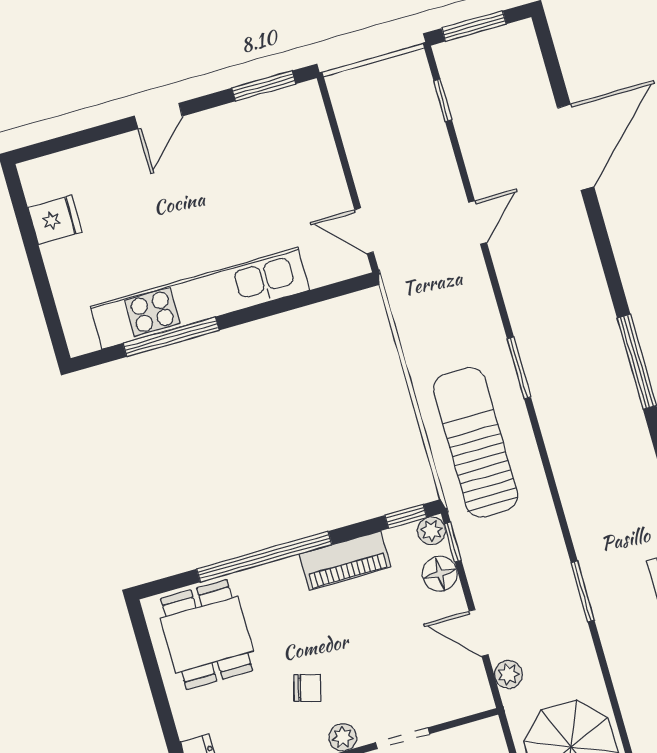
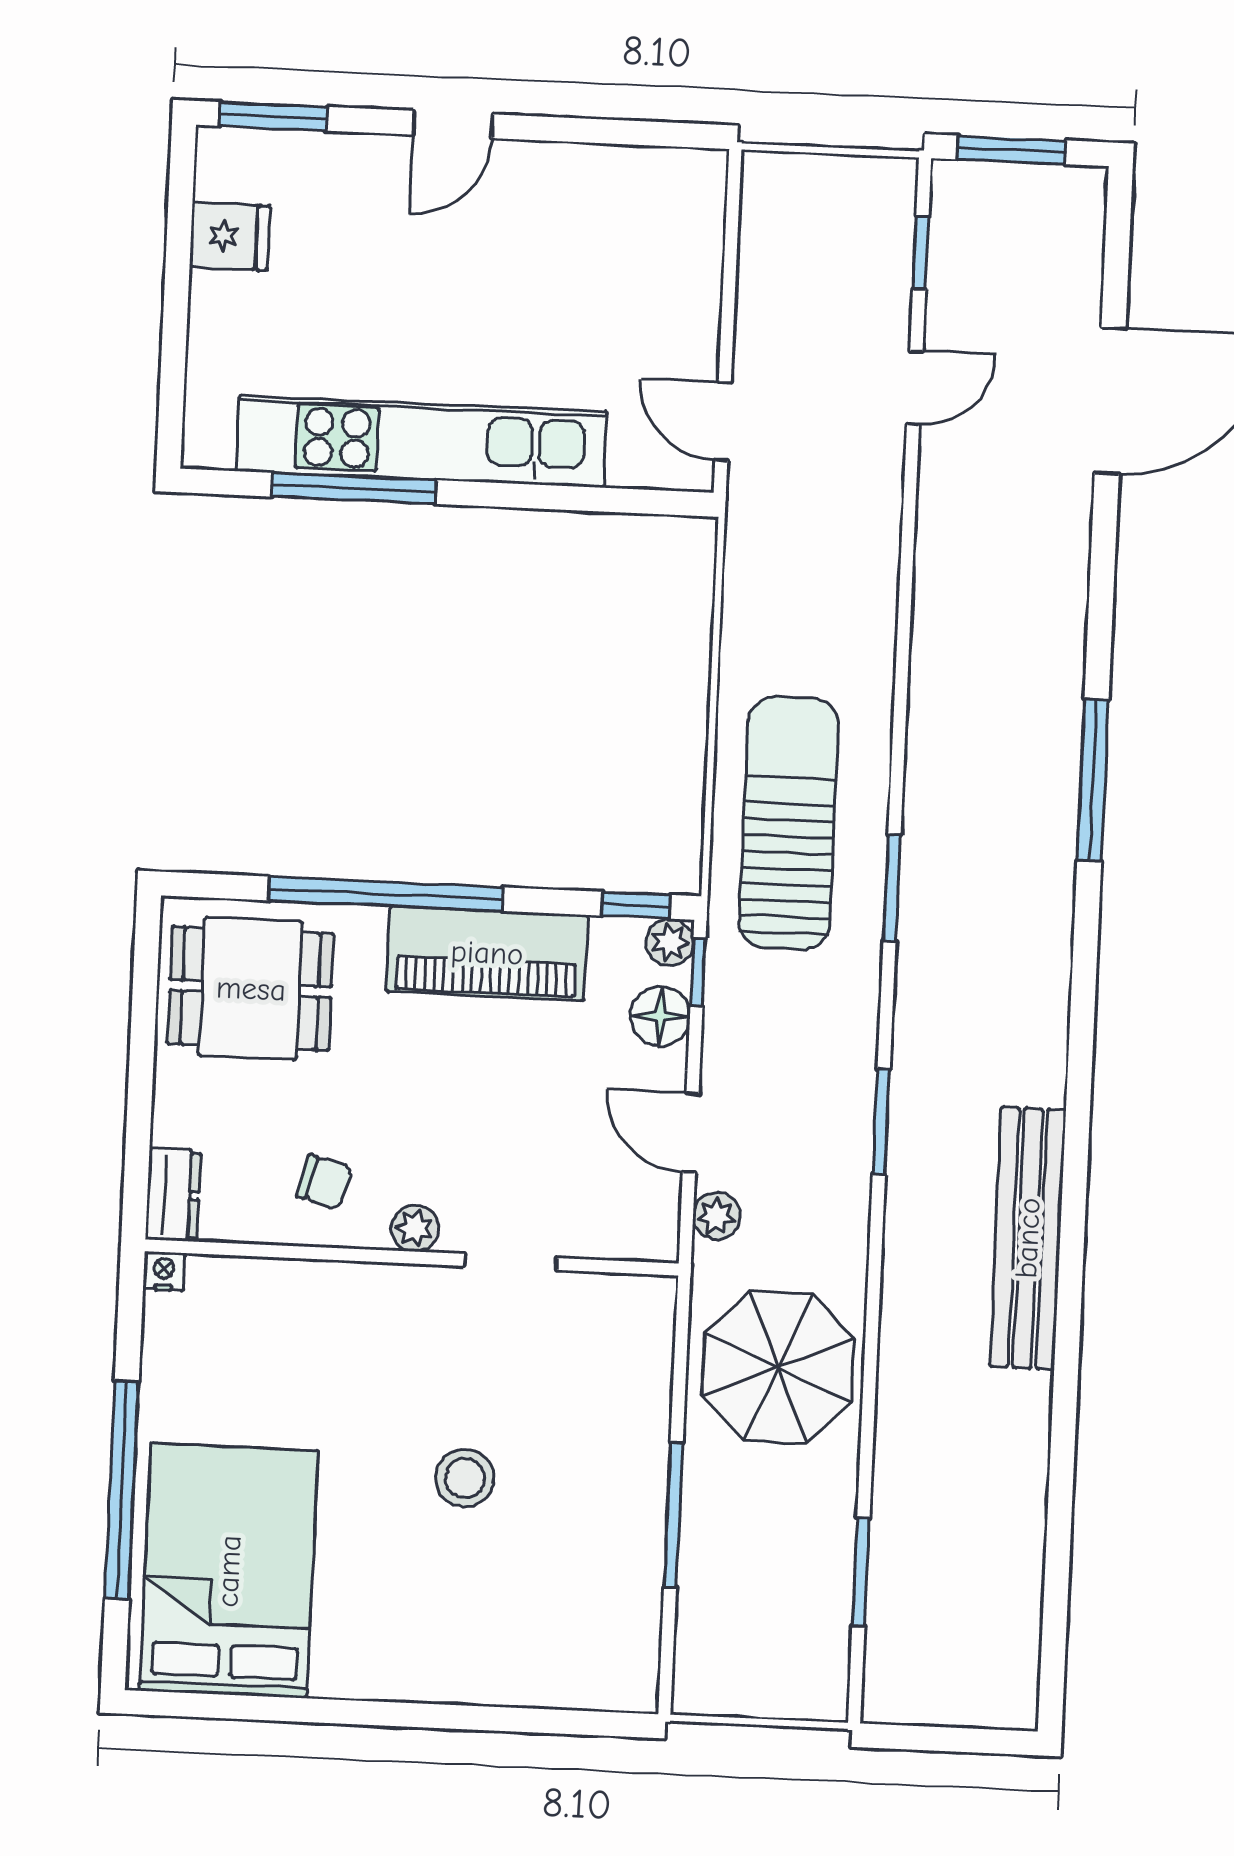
window: (264, 86) -> (273, 116), moved
door: (478, 223) -> (915, 388), moved
window: (519, 368) -> (892, 888), moved
piano: (345, 561) -> (487, 953), width x1.37, depth x1.33
dining table: (207, 635) -> (251, 989), turned 90
chair: (307, 688) -> (324, 1182), moved

